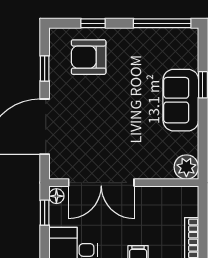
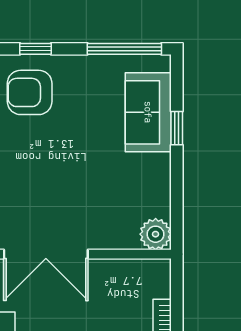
sofa: (181, 100) -> (148, 112), moved

